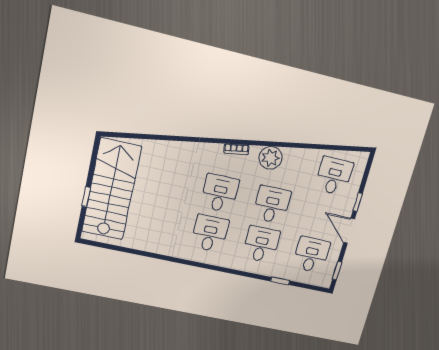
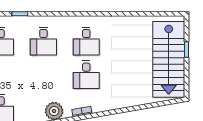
desk: (272, 205) -> (43, 75), removed

